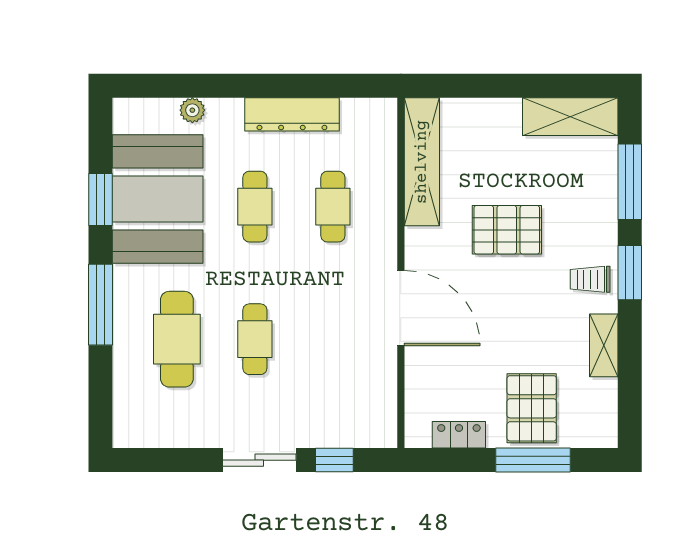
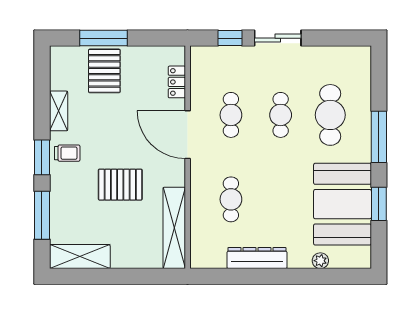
cafe table: (255, 207) -> (231, 115), moved
locker: (459, 435) -> (177, 82), moved, turned 90

